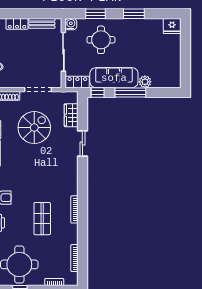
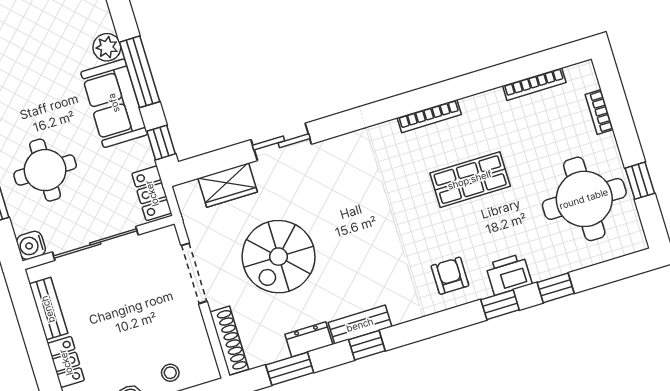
sofa: (114, 78) -> (114, 103), width x0.73
spiral stairs: (34, 128) -> (279, 257), turned -90

